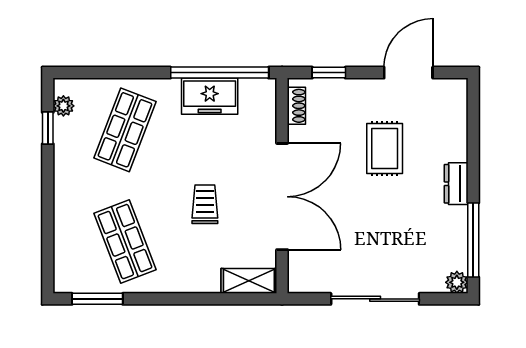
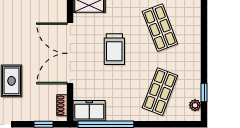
freezer: (210, 96) -> (89, 111), moved
trolley: (205, 204) -> (114, 49), width x1.36, depth x1.39

